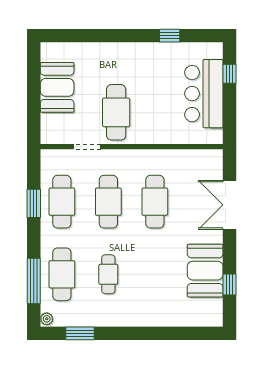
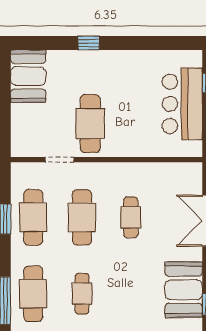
window: (170, 36) -> (89, 43), moved
booth: (57, 87) -> (28, 76), moved
cafe table: (155, 202) -> (131, 217), width x0.73, depth x0.74

